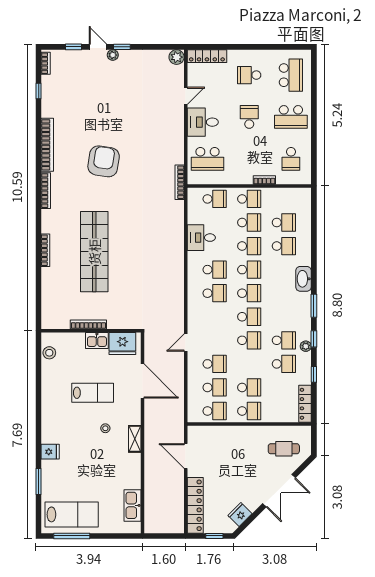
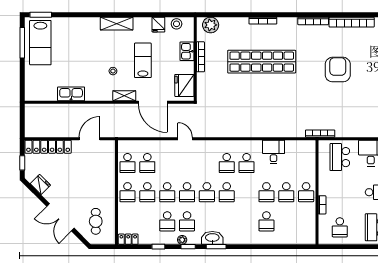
school desk: (291, 159) -> (340, 227), turned -90
armchair: (104, 161) -> (338, 70), turned -99
school desk: (215, 199) -> (306, 163), removed
school desk: (284, 222) -> (286, 221), removed
school desk: (249, 270) -> (247, 192), removed
washbasin: (303, 279) -> (212, 238), moved
plant: (51, 312) -> (211, 25), added
kitchen sink: (97, 340) -> (187, 51), moved
school desk: (215, 364) -> (167, 192), moved
door: (142, 381) -> (153, 102), hinge flipped
lab bench: (93, 393) -> (143, 60), turned 180
locker: (305, 404) -> (128, 239), width x0.66
shelving: (49, 424) -> (117, 24), added
shelving: (135, 439) -> (124, 96), moved
fridge: (50, 452) -> (158, 25), moved
window: (39, 482) -> (41, 15), moved
kitchen sink: (132, 505) -> (71, 94), moved

